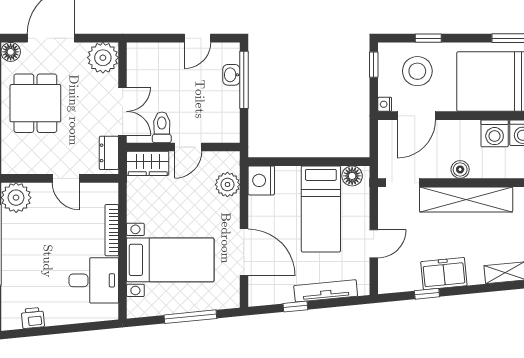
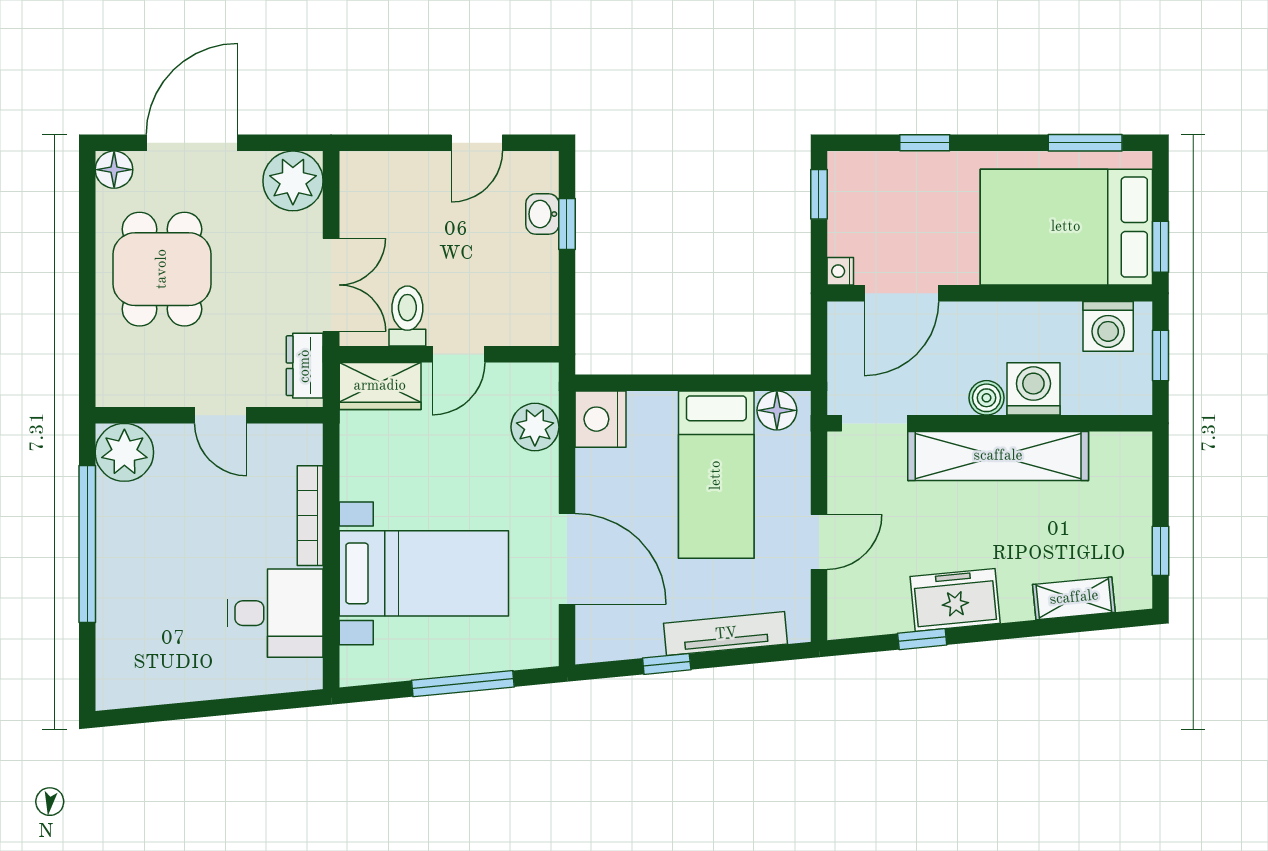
stool: (417, 71) -> (904, 207), removed
window: (244, 80) -> (567, 224), width x0.46
washing machine: (495, 133) -> (1033, 389), moved, turned 180
printer: (33, 318) -> (157, 686), removed

